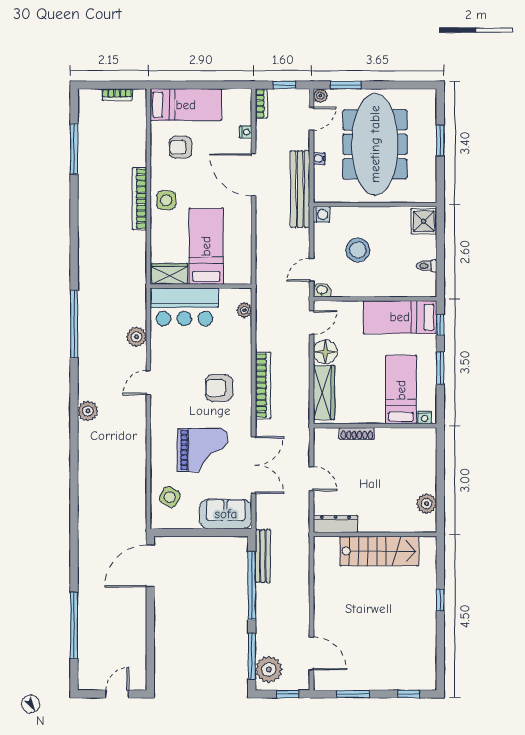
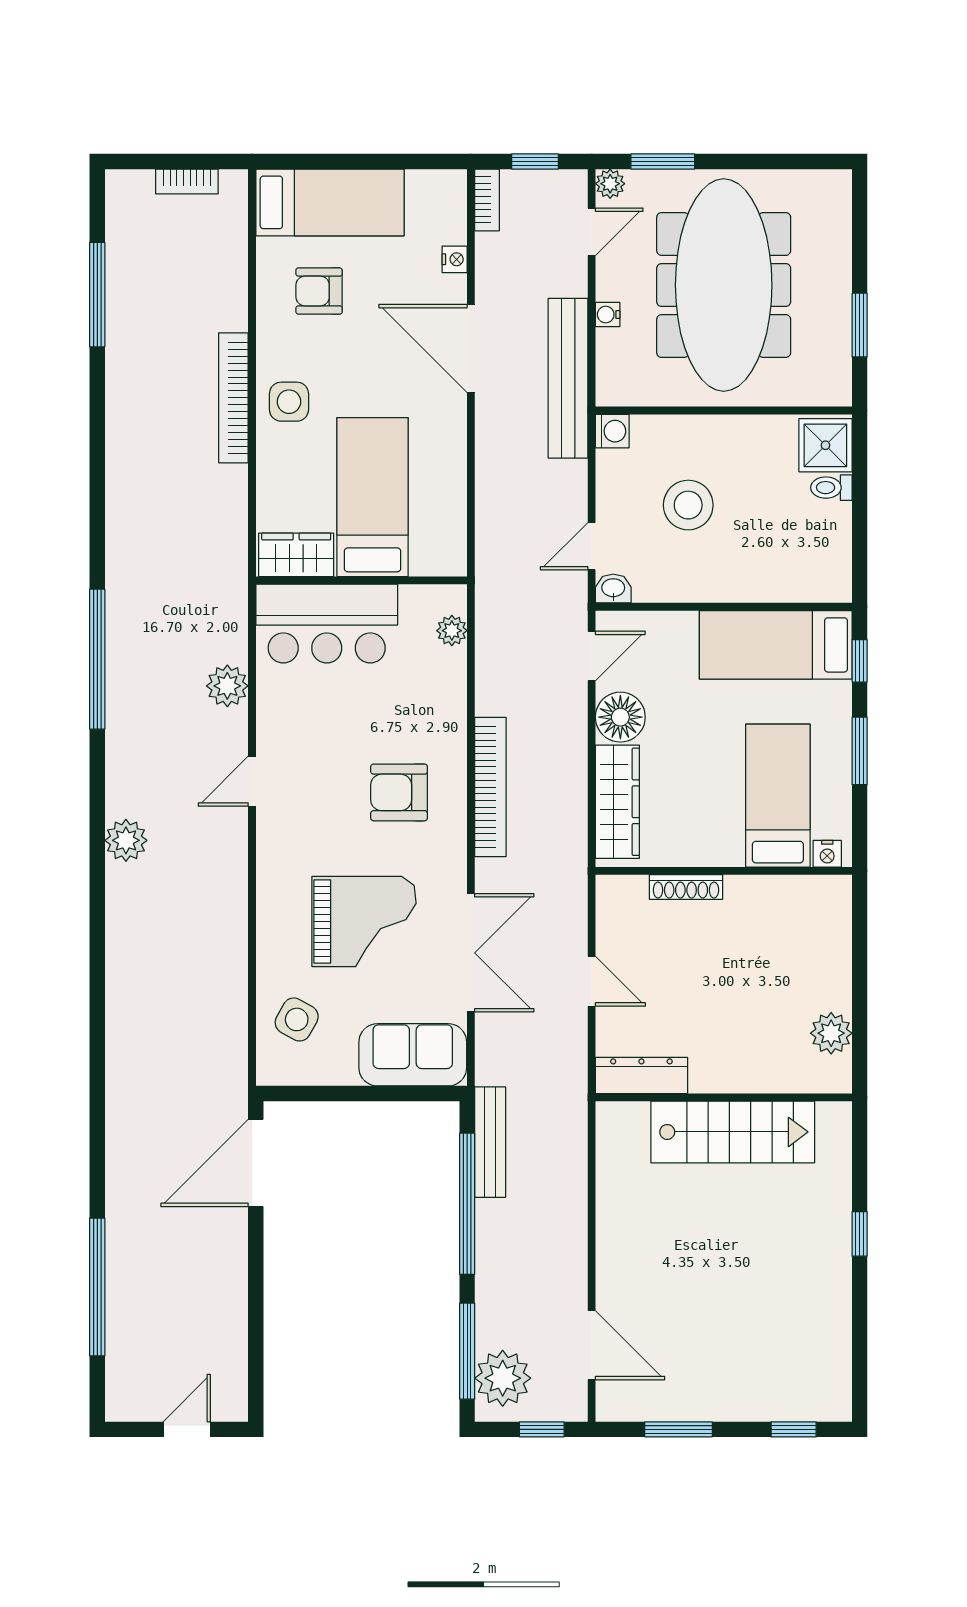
window: (440, 141) -> (860, 325), moved
toilet: (427, 266) -> (831, 488), moved

